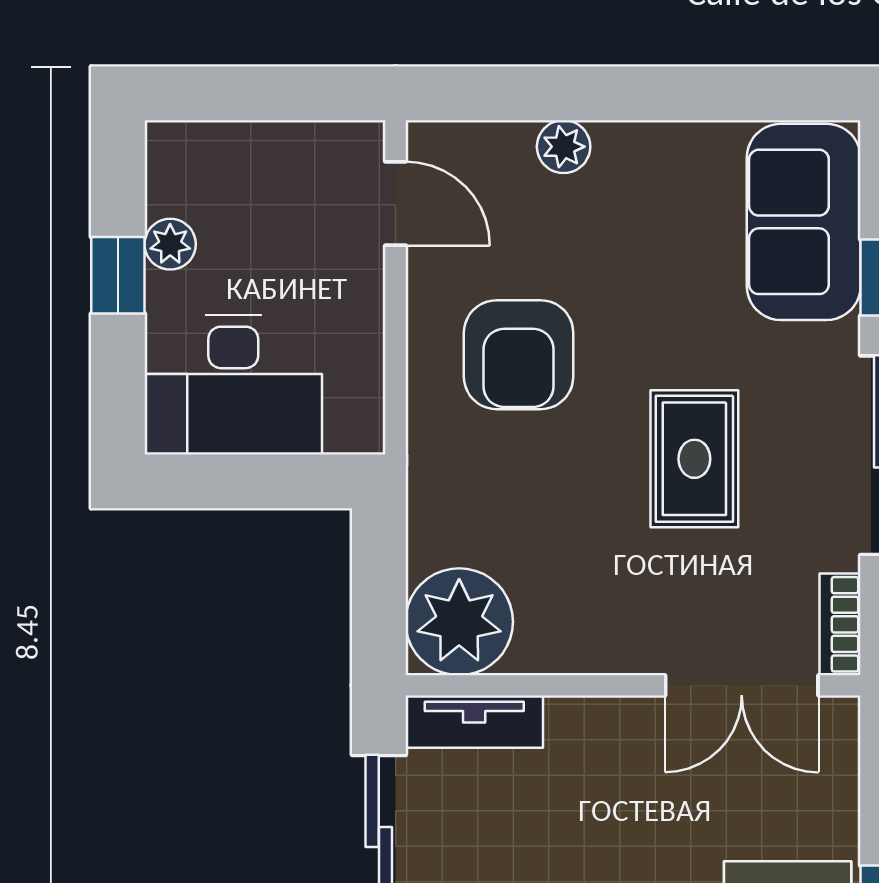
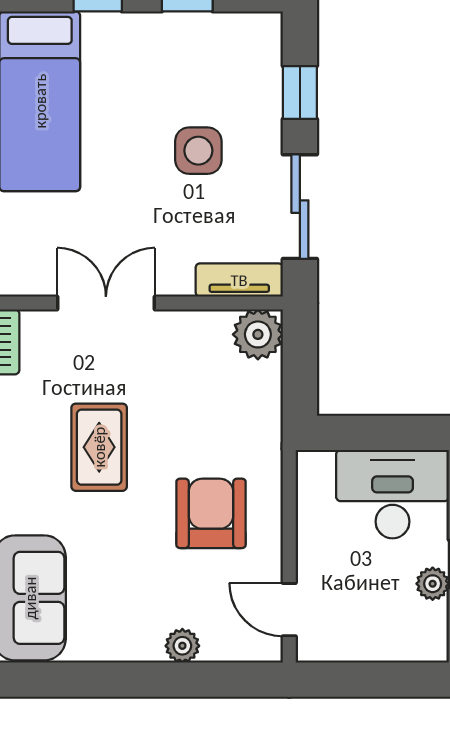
plant: (459, 622) -> (258, 334), width x0.73, depth x0.73
double door: (742, 685) -> (106, 303), moved

